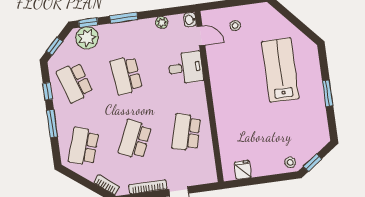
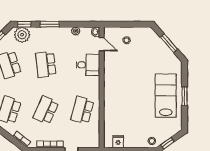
window: (296, 22) -> (169, 43), added
lab bench: (280, 70) -> (166, 96), moved

